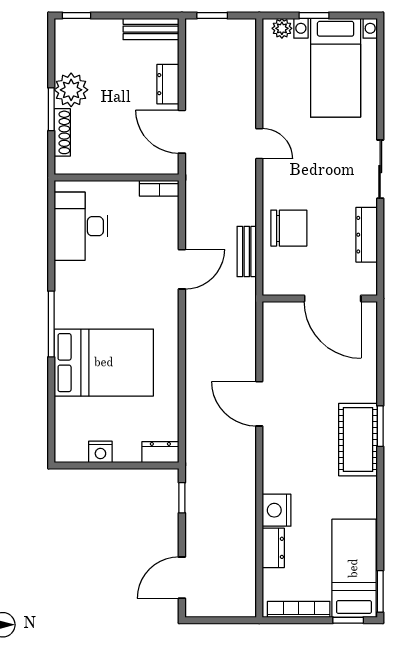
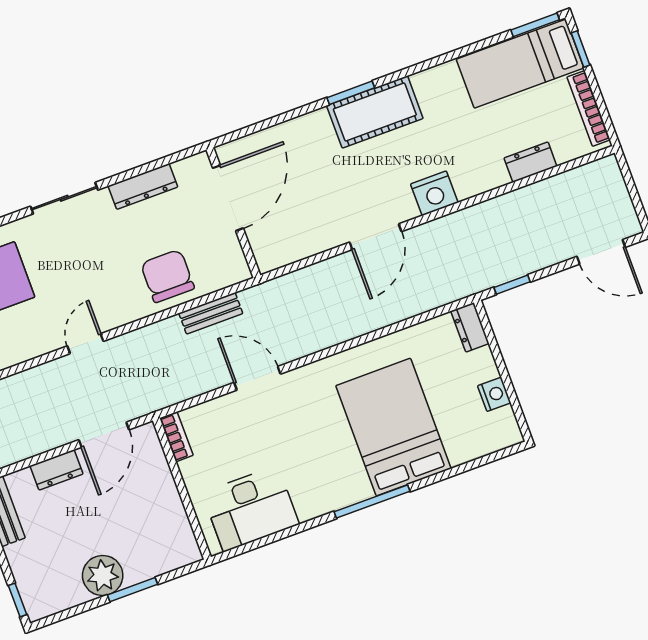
shoe rack: (62, 132) -> (154, 568), removed
nightstand: (277, 510) -> (434, 193), moved

